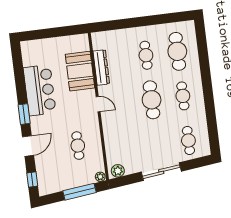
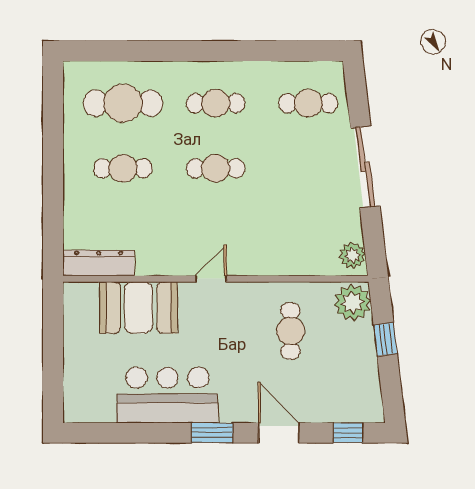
dresser: (101, 67) -> (99, 263), moved
cafe table: (152, 100) -> (216, 168), width x0.73, depth x0.74
cafe table: (78, 146) -> (290, 331), turned 90
plant: (100, 177) -> (353, 303), width x1.87, depth x1.87
window: (79, 192) -> (385, 339), width x0.46

